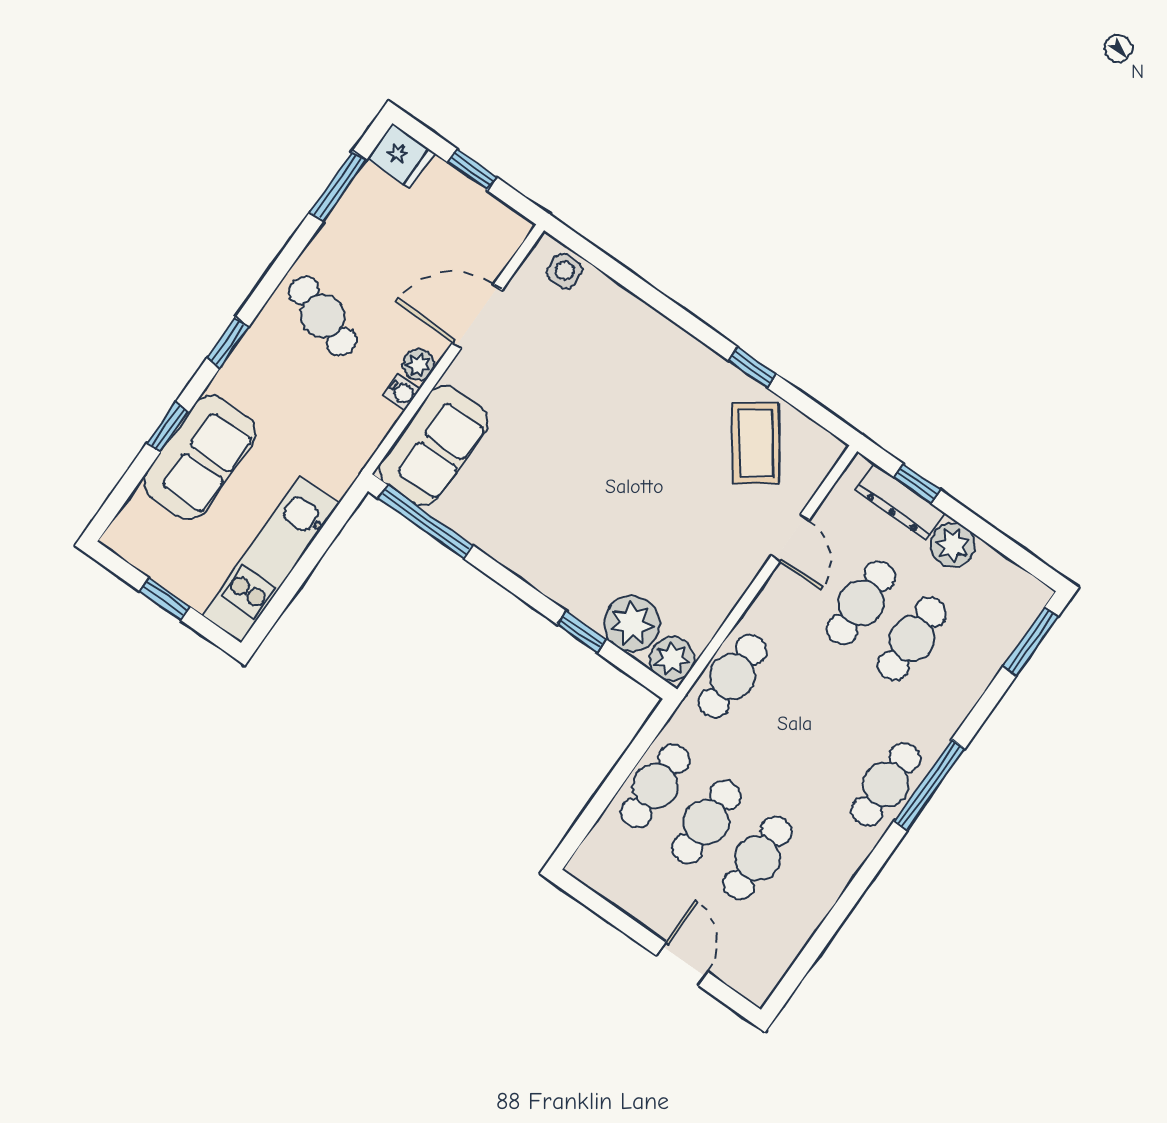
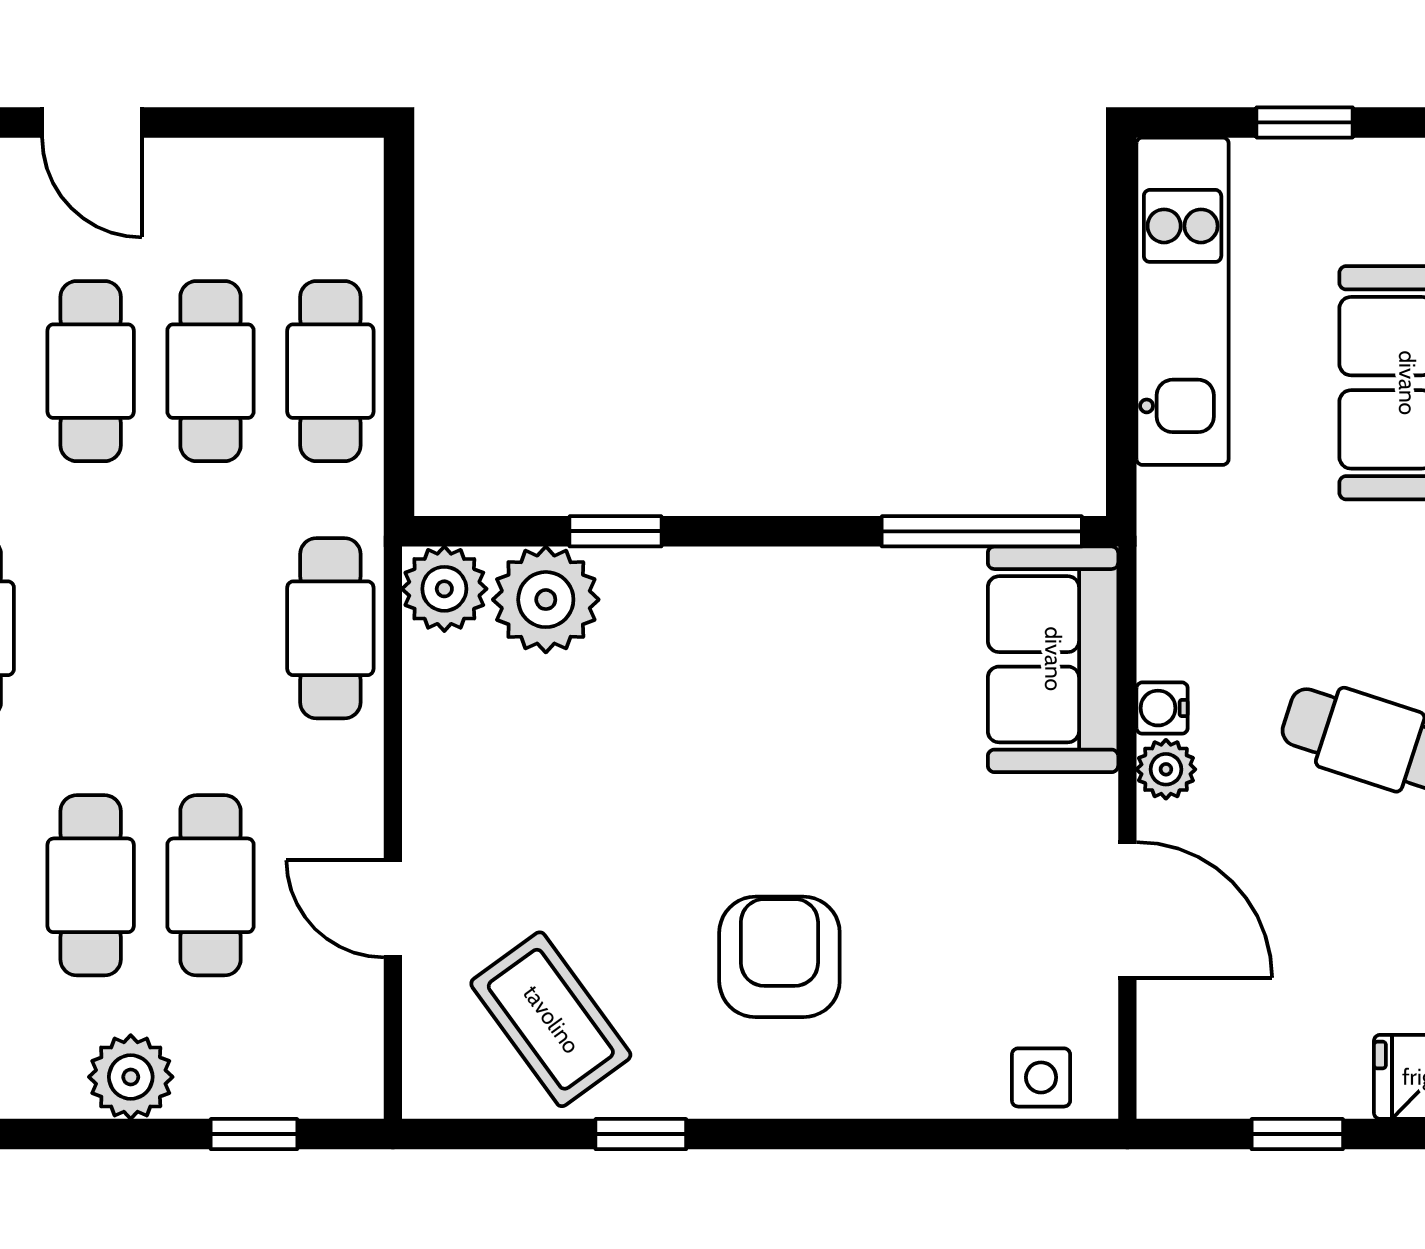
door: (477, 316) -> (1127, 910), hinge flipped
armchair: (640, 401) -> (779, 957), added
dresser: (900, 502) -> (261, 1087), removed

